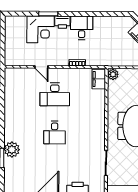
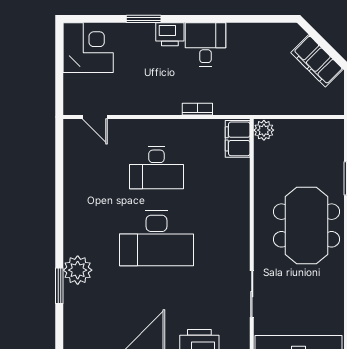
corner desk: (40, 29) -> (88, 48), moved, turned -90
door: (41, 67) -> (95, 117), moved
desk: (55, 133) -> (156, 238), width x1.87, depth x1.30

